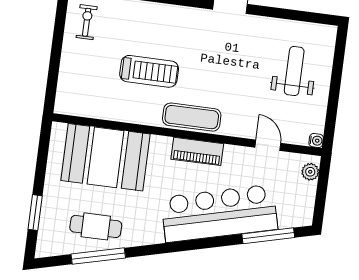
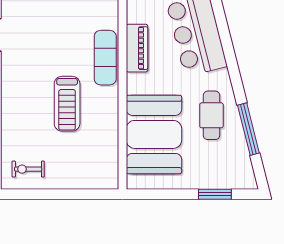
treadmill: (149, 71) -> (67, 104), turned 180
cafe table: (96, 226) -> (211, 115), moved

